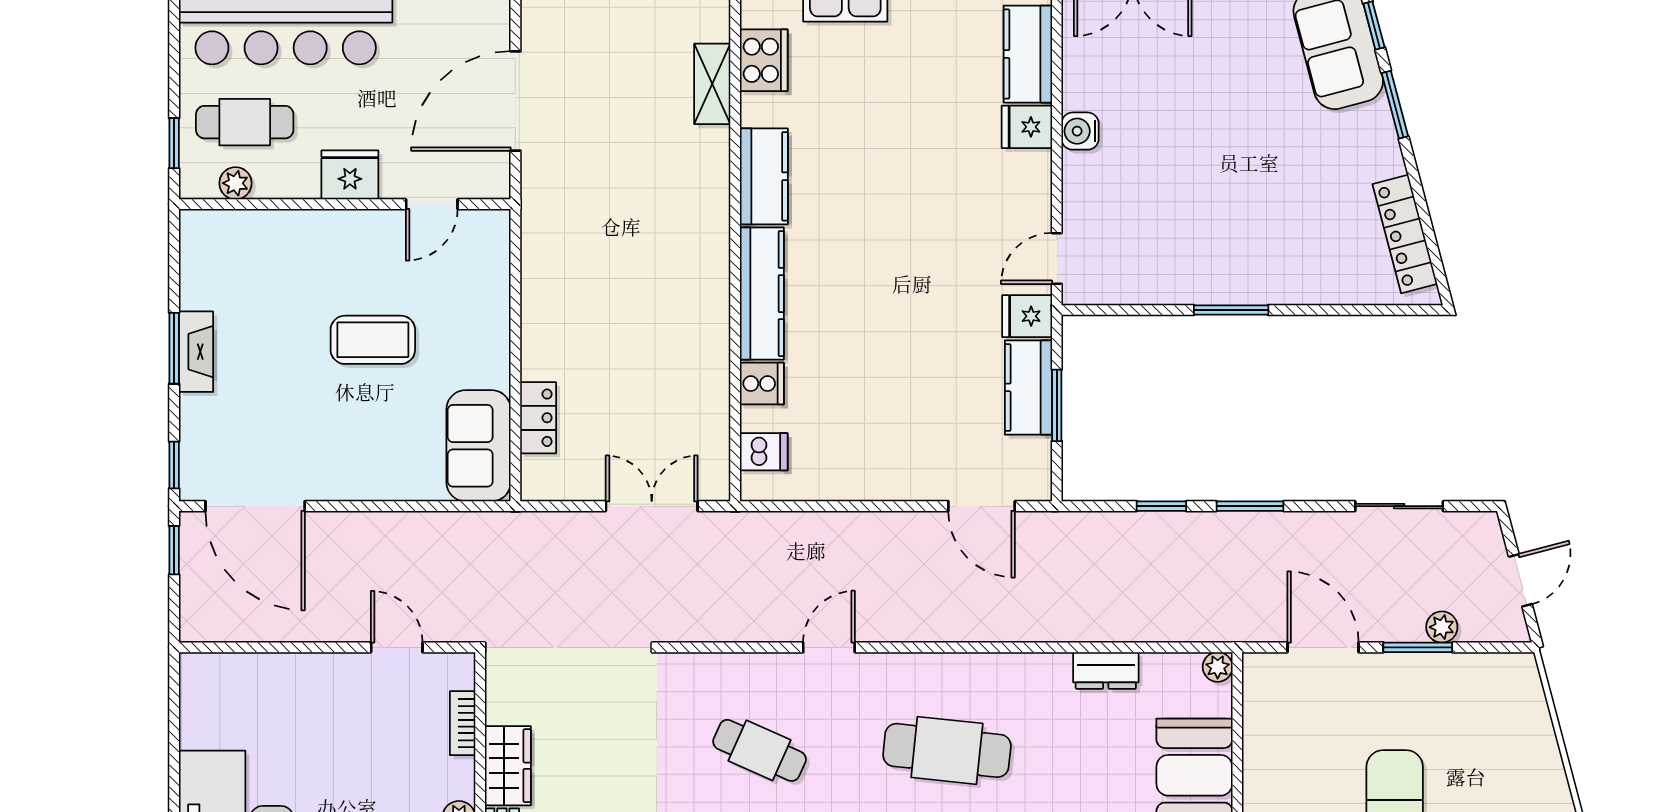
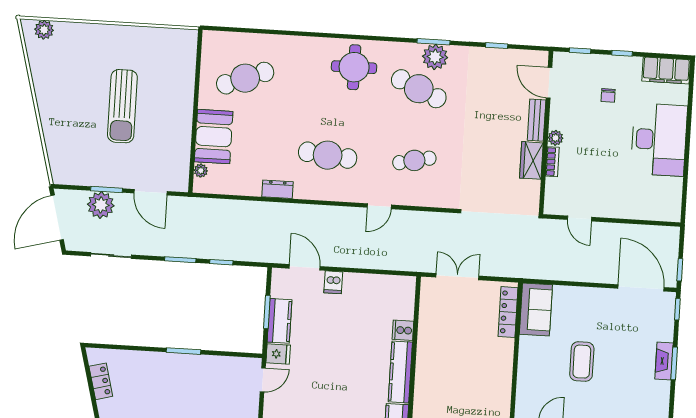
locker: (1405, 234) -> (101, 381), width x0.66
coffee table: (373, 340) -> (582, 362), turned 90
locker: (538, 418) -> (508, 312), width x1.53
dishwasher: (764, 452) -> (333, 282), moved, turned -90
double door: (652, 506) -> (457, 277), swing flipped
door: (1520, 580) -> (57, 218), width x1.87
plant: (1442, 627) -> (101, 205), width x1.88, depth x1.88
plant: (1218, 667) -> (201, 171), moved
dresser: (1106, 670) -> (277, 189), moved
bookcase: (463, 723) -> (552, 162), moved
cafe table: (759, 750) -> (414, 160), turned -36

